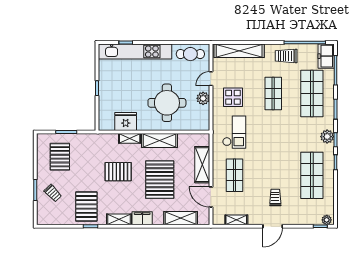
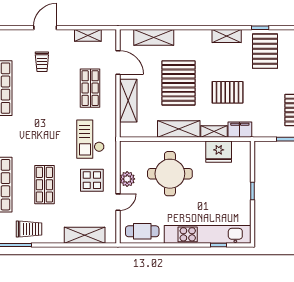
shelving: (239, 51) -> (85, 235), width x0.68
filing cabinet: (142, 218) -> (240, 130), moved, turned 180

